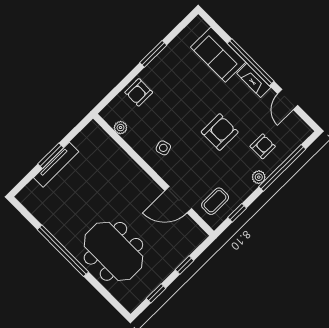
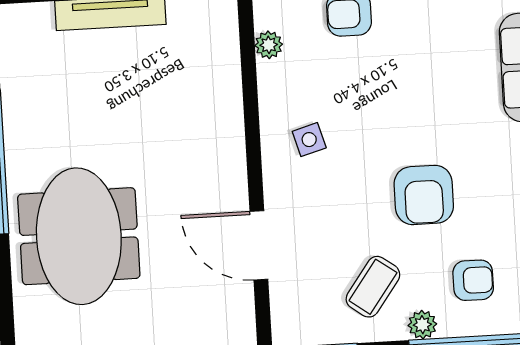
armchair: (220, 132) -> (424, 195), turned 90
coffee table: (215, 201) -> (373, 287), moved, turned -54

